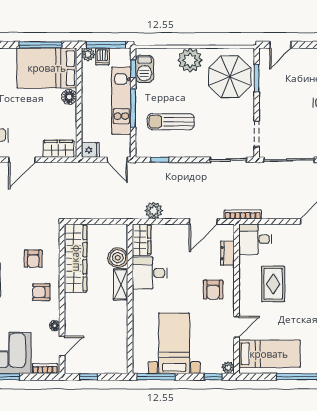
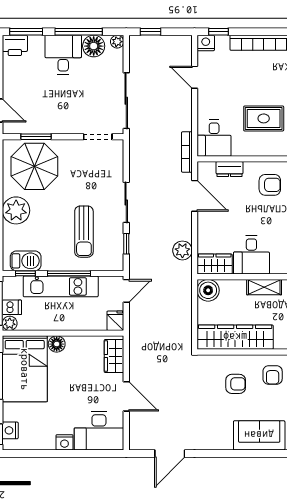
sliding door: (228, 160) -> (126, 202), moved
boiler: (118, 258) -> (208, 290), moved

